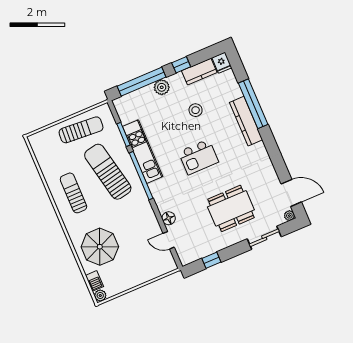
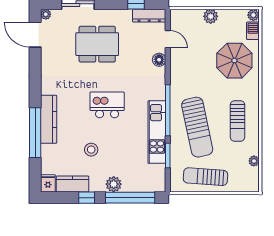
plant: (43, 163) -> (254, 161), added
dresser: (195, 255) -> (149, 16), added
plant: (139, 278) -> (211, 16), added

